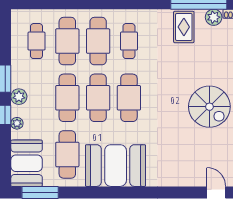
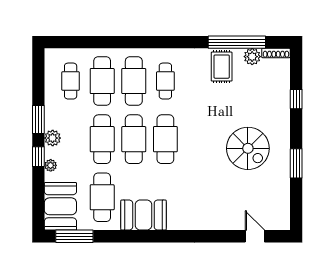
booth: (116, 166) -> (143, 215), width x0.73, depth x0.70

